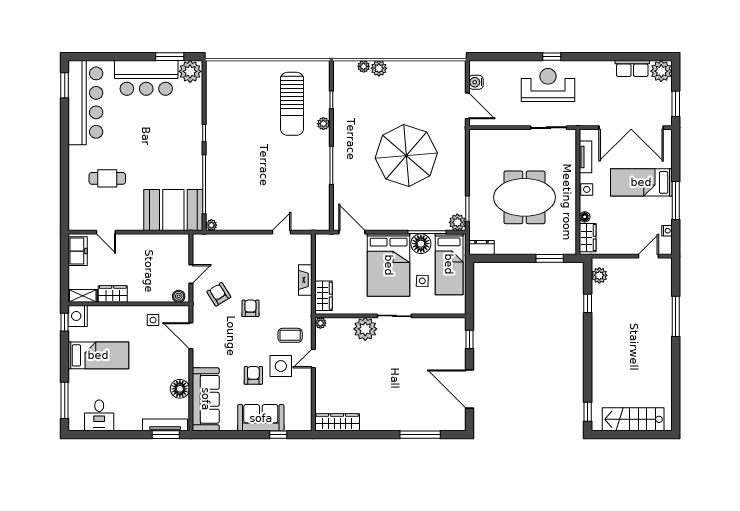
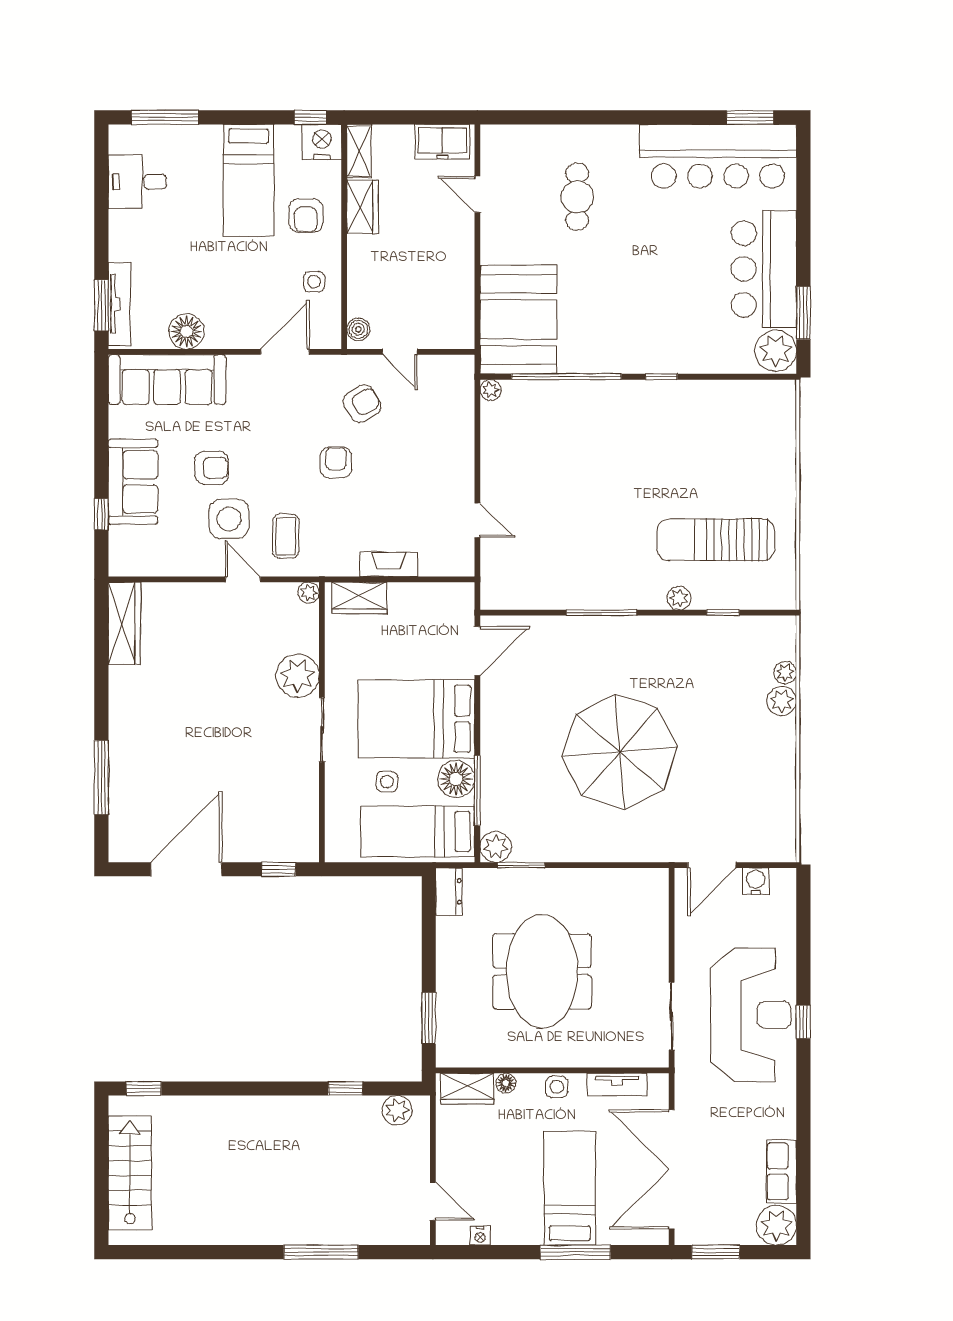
reception desk: (548, 85) -> (751, 1015), width x1.36, depth x1.30
window: (676, 201) -> (575, 1252), moved
door: (106, 232) -> (477, 194), hinge flipped
armchair: (250, 308) -> (336, 462), turned -90
armchair: (117, 325) -> (306, 215), added

